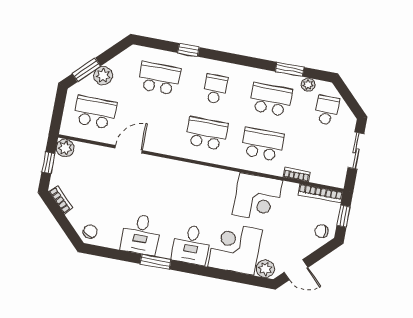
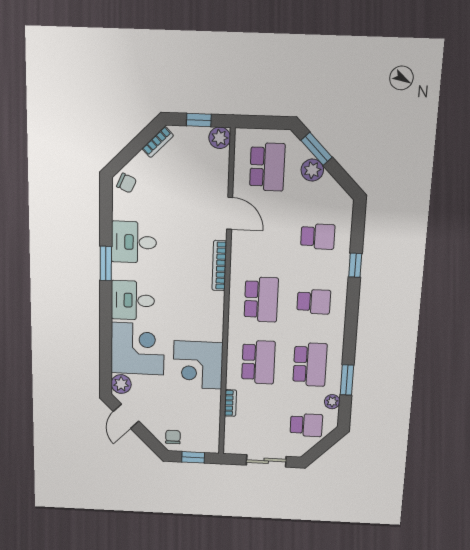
school desk: (159, 78) -> (318, 237), width x0.54
bookcase: (320, 193) -> (219, 266), moved

